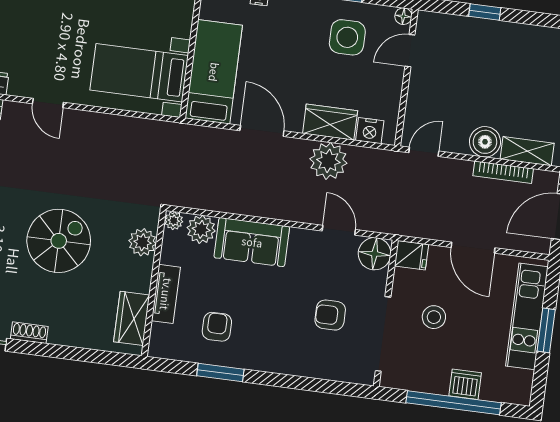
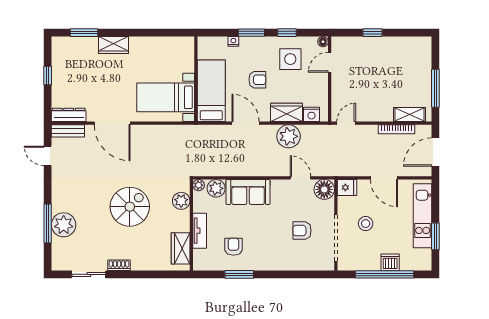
armchair: (290, 64) -> (257, 80), added
door: (48, 103) -> (112, 123), width x1.88
boiler: (485, 142) -> (383, 112), removed
window: (546, 330) -> (435, 236), moved

